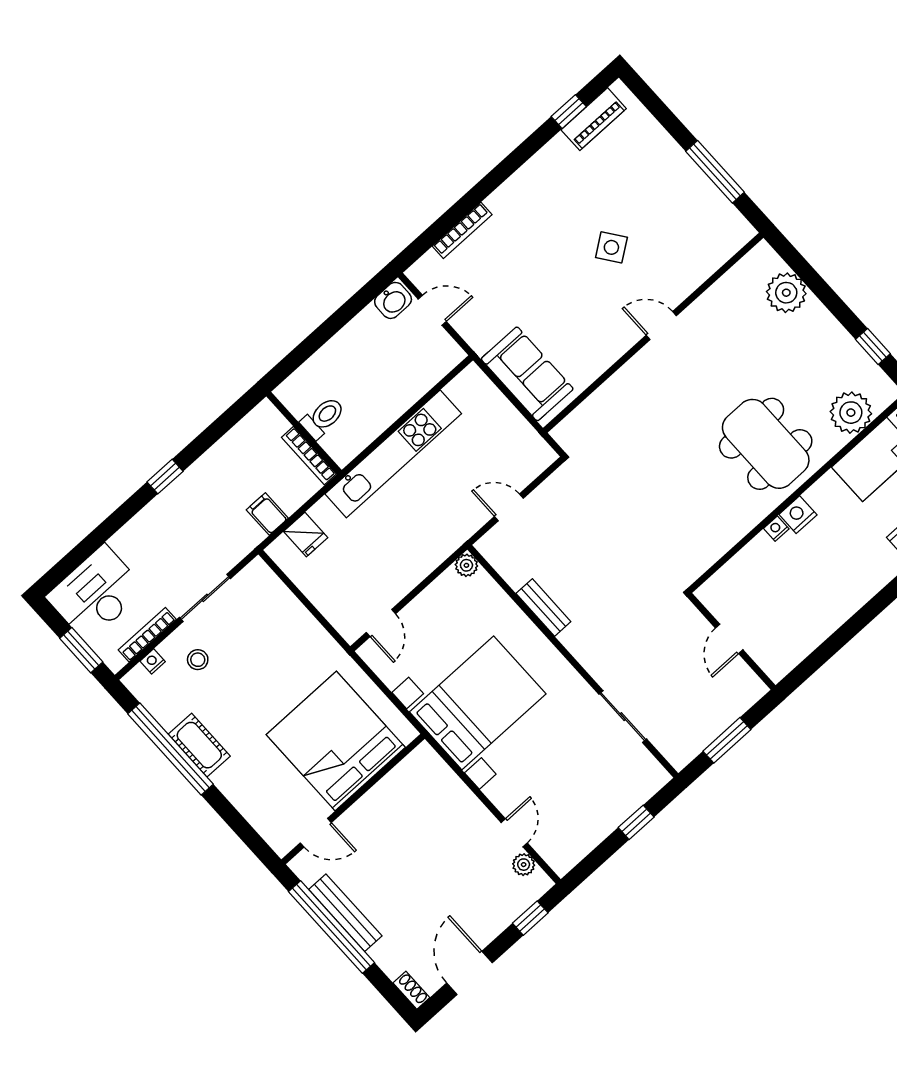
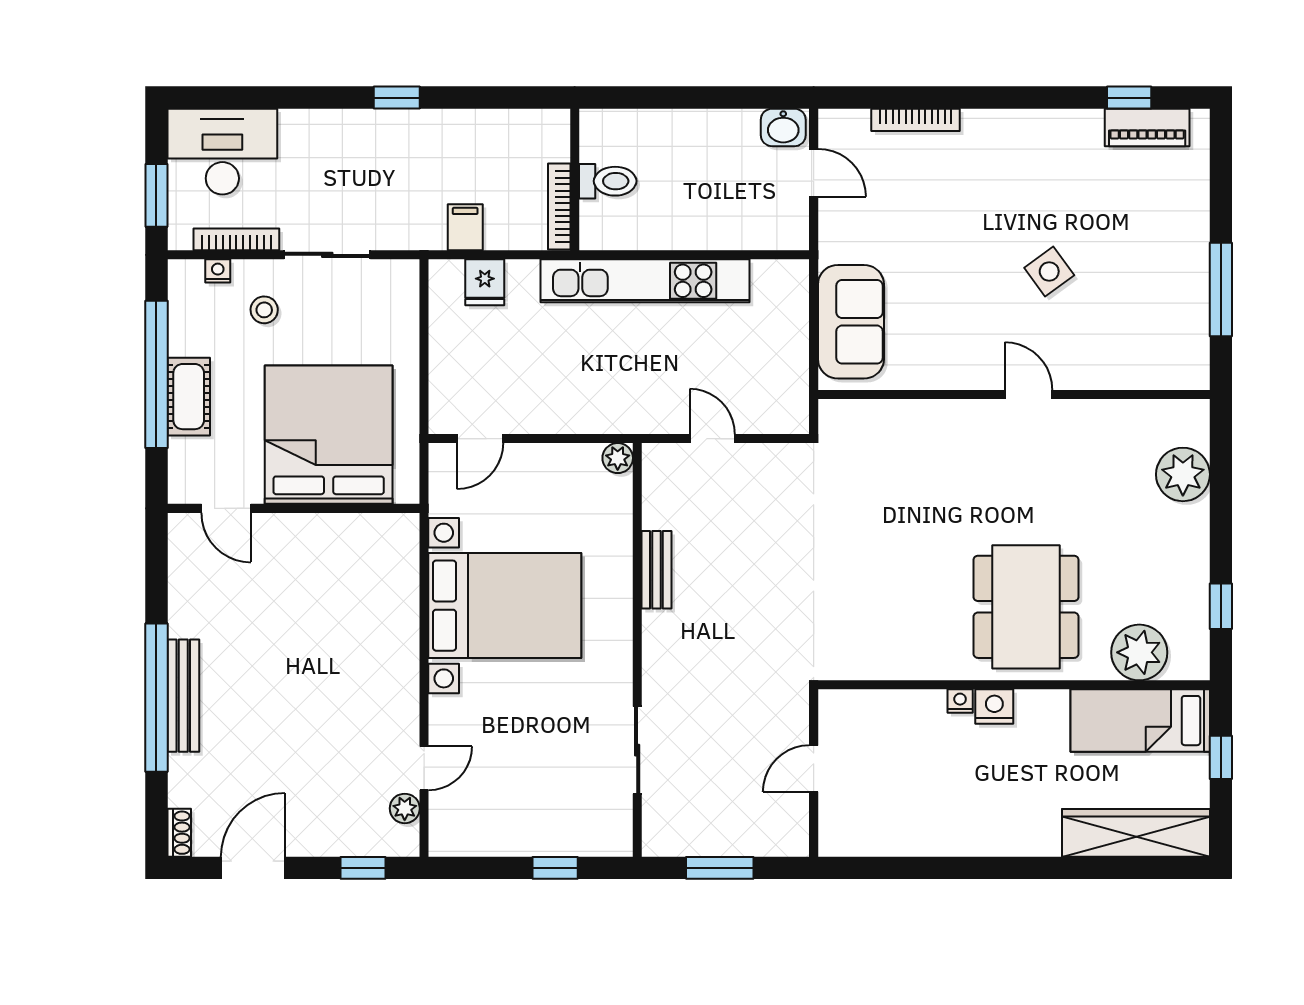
bed: (336, 741) -> (329, 435), moved
wall: (353, 799) -> (294, 508), moved
door: (316, 833) -> (226, 508), moved

